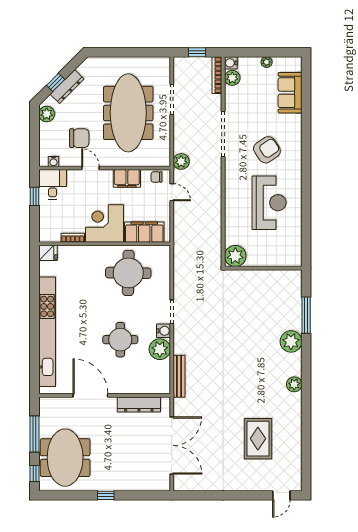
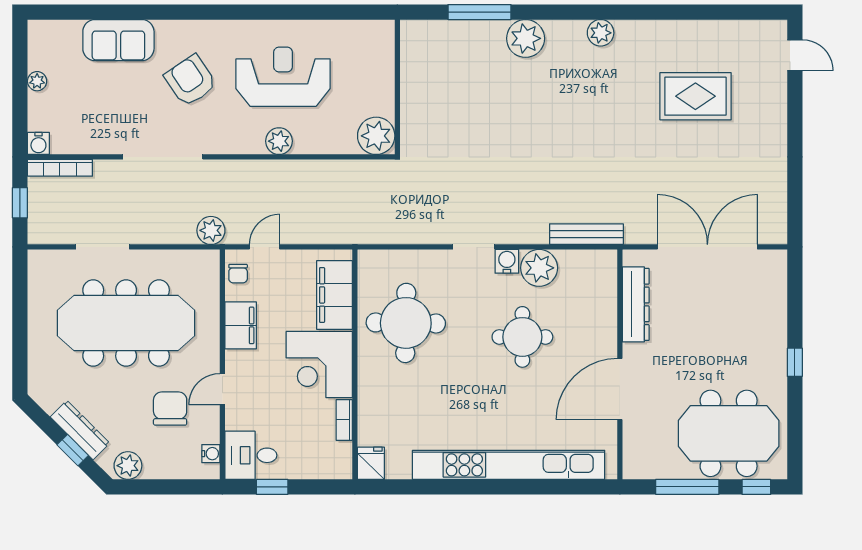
plant: (232, 78) -> (279, 141), moved
sofa: (290, 93) -> (118, 40), moved

